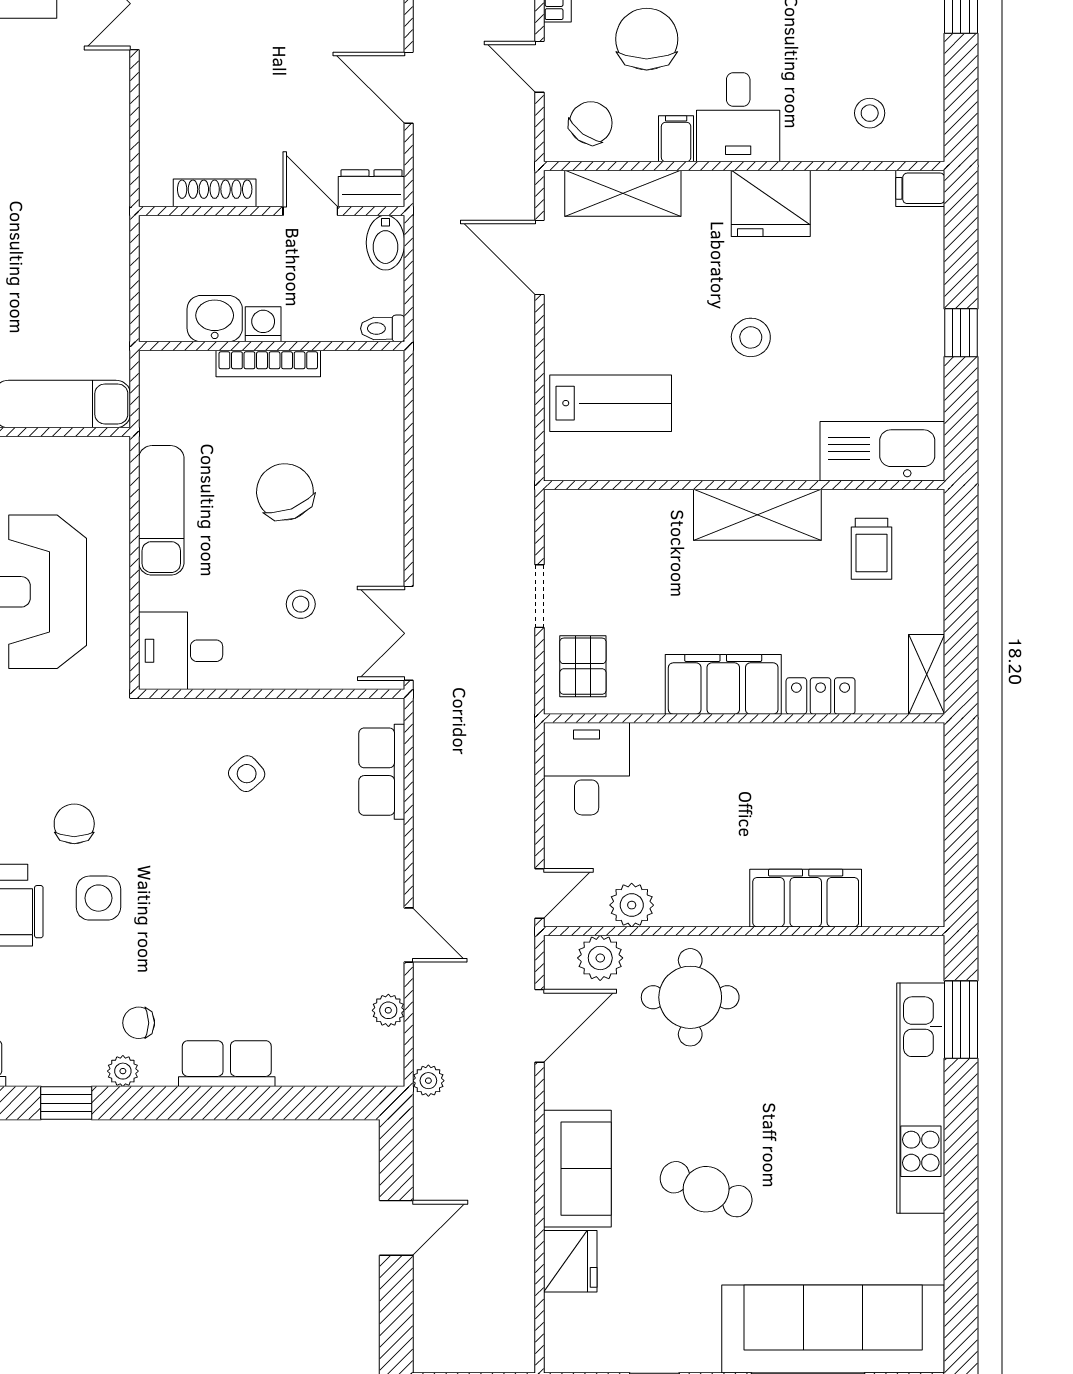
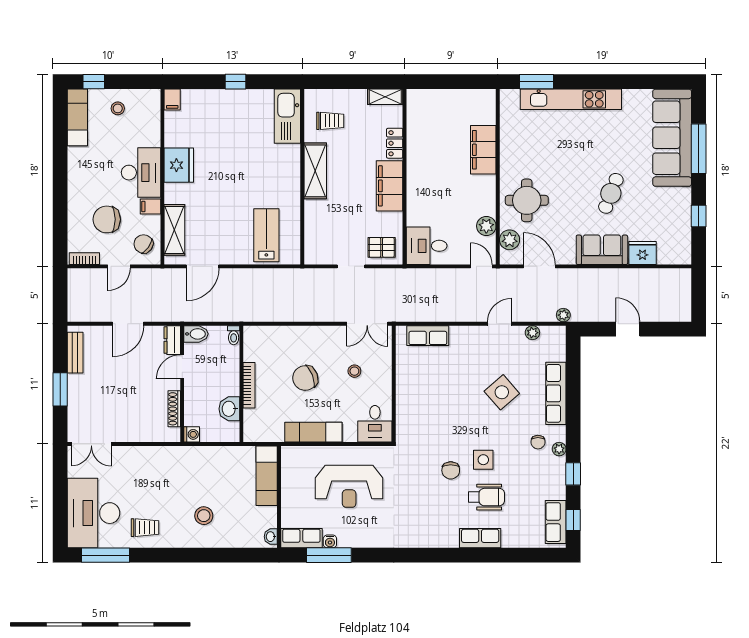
stool: (870, 113) -> (118, 108), moved
desk: (738, 117) -> (141, 173), width x1.37
washing machine: (263, 324) -> (192, 434), moved, turned 180
stool: (751, 337) -> (238, 174), removed
side table: (247, 774) -> (502, 392), moved, width x1.87, depth x1.87
chair: (74, 824) -> (451, 470), turned -90
row of seats: (227, 1064) -> (556, 393), width x1.48

